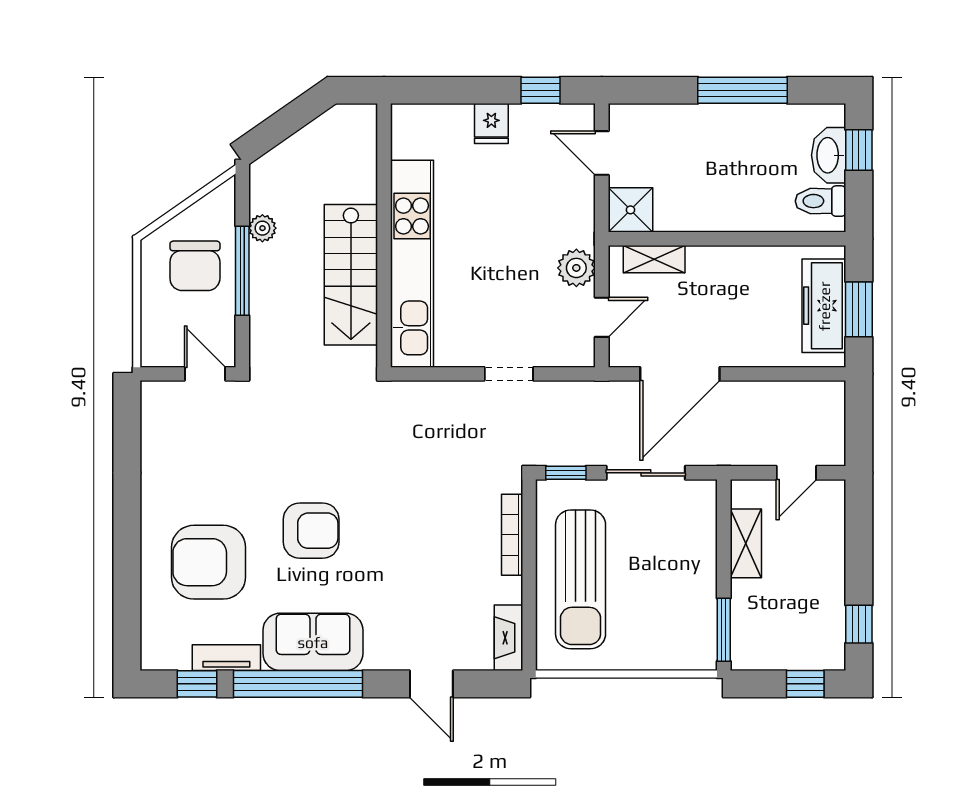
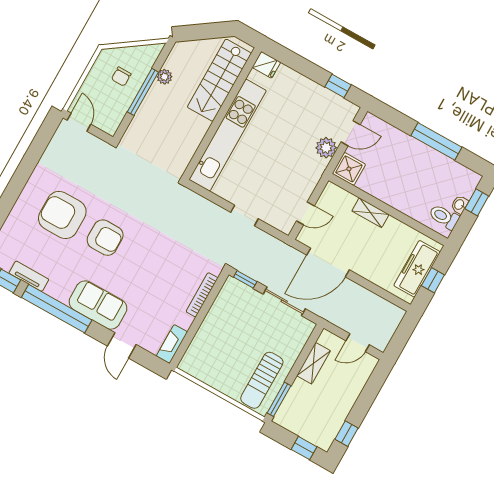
fridge: (491, 124) -> (266, 65), moved, turned -90
door: (602, 153) -> (351, 133), swing flipped
washbasin: (829, 155) -> (459, 205), width x0.52, depth x0.69
shelving: (654, 259) -> (370, 213), moved
chair: (195, 266) -> (121, 77), width x0.54, depth x0.54
plant: (576, 268) -> (326, 148), moved
stairs: (351, 275) -> (219, 80), moved
window: (859, 309) -> (433, 280), width x0.67
door: (205, 374) -> (79, 122), moved
armchair: (209, 562) -> (62, 215), moved
sun lounger: (581, 579) -> (262, 380), moved, width x0.73, depth x0.75
sofa: (313, 642) -> (98, 305), moved

